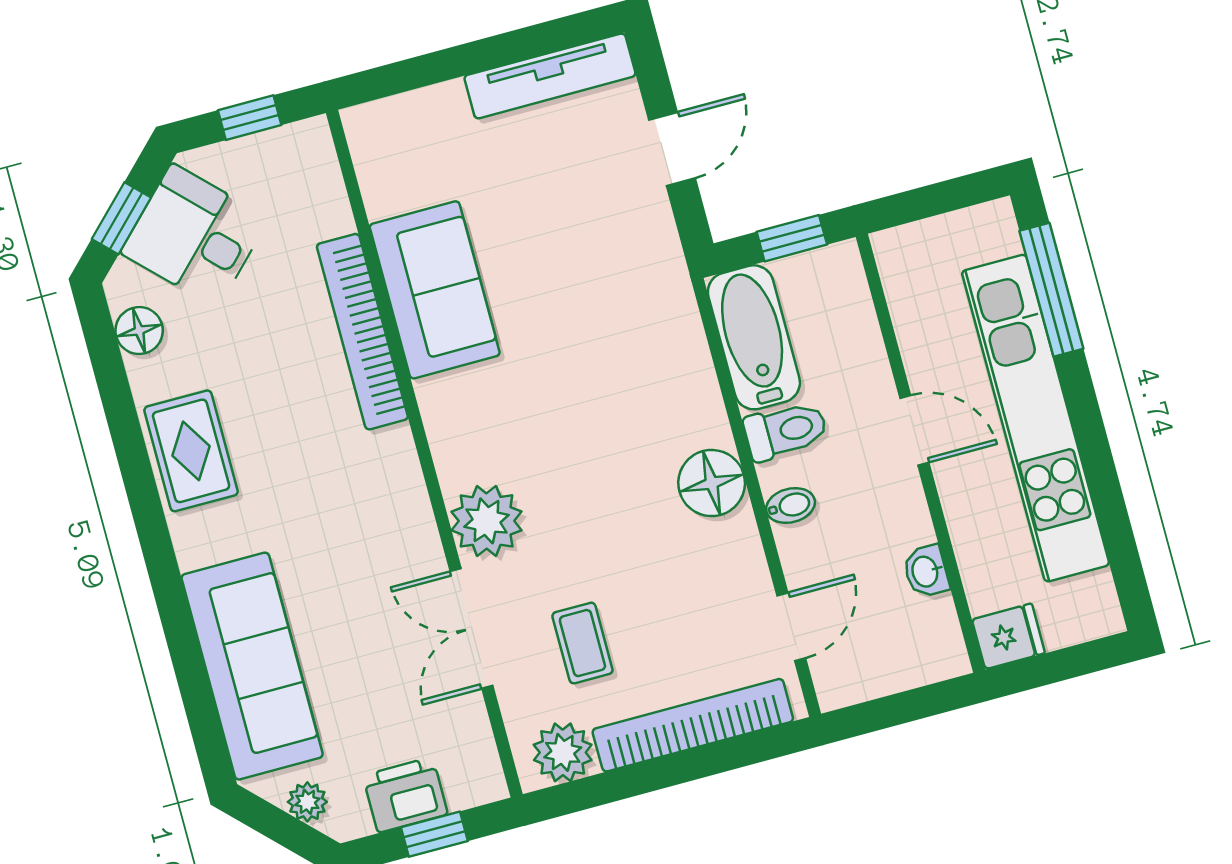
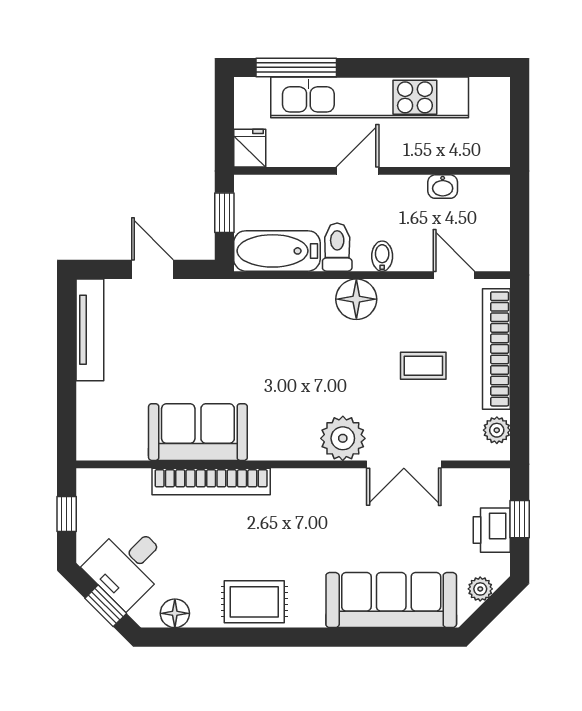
fridge: (1008, 636) -> (250, 148), moved
coffee table: (582, 643) -> (423, 366), moved
plant: (563, 752) -> (497, 430), width x0.73, depth x0.73

